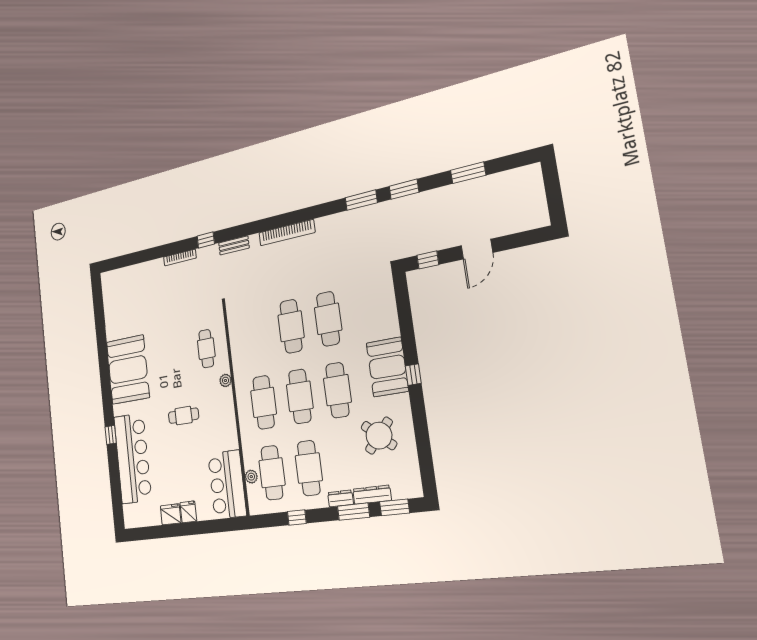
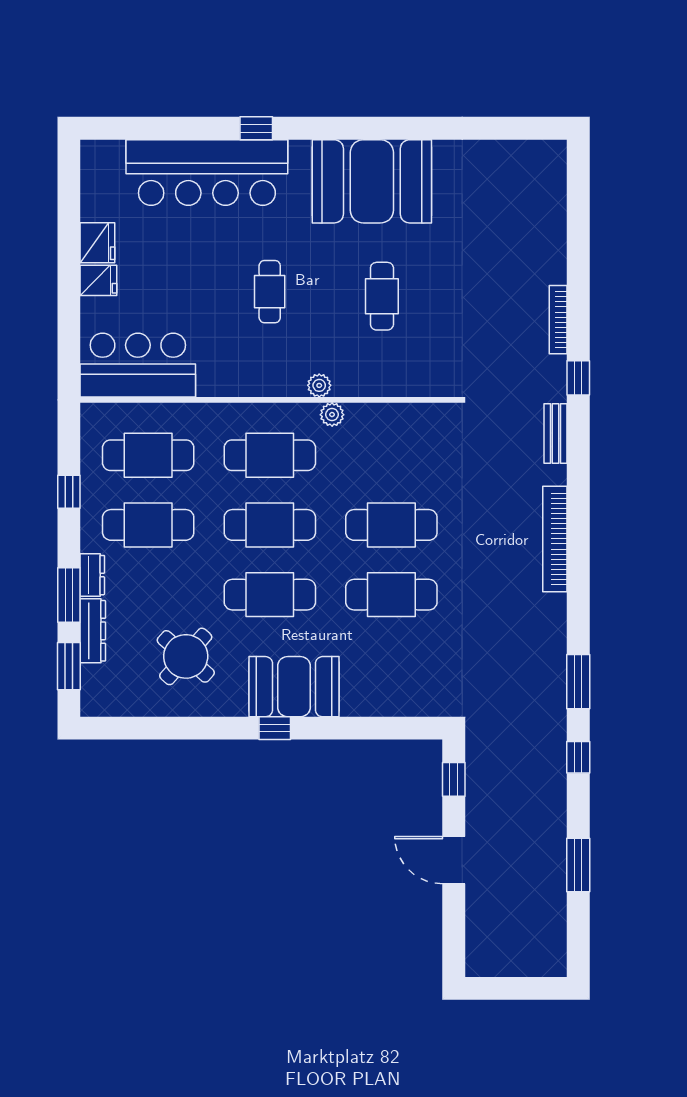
window: (404, 189) -> (578, 757), width x0.67
cafe table: (206, 349) -> (382, 296), moved, turned 90
plant: (251, 477) -> (332, 415), moved

